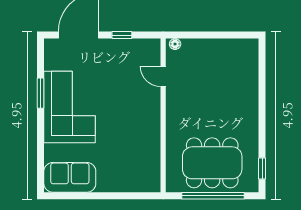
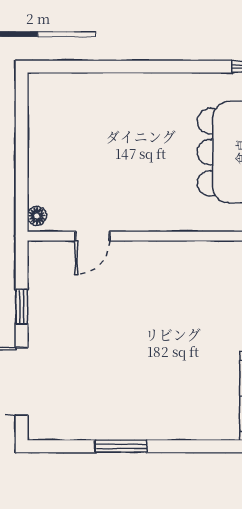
corner sofa: (70, 107) -> (145, 397), removed

